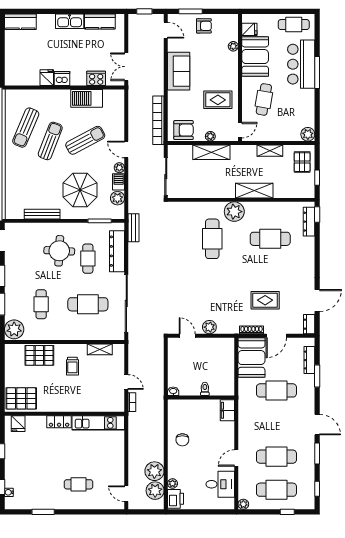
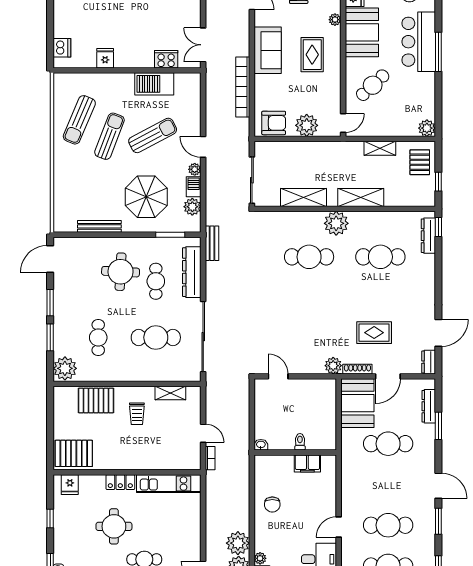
dishwasher: (62, 78) -> (62, 48), moved, turned 90
cafe table: (264, 99) -> (373, 85), turned 37
rug: (218, 100) -> (312, 55), moved, turned 90
bookcase: (158, 120) -> (243, 87), moved
plant: (210, 136) -> (307, 125), width x1.88, depth x1.88
shelving: (211, 152) -> (303, 197), moved
cafe table: (212, 239) -> (309, 257), turned 90
plant: (209, 327) -> (333, 366), moved
filing cabinet: (227, 410) -> (307, 463), moved, turned -90
round table: (54, 458) -> (114, 526), added

